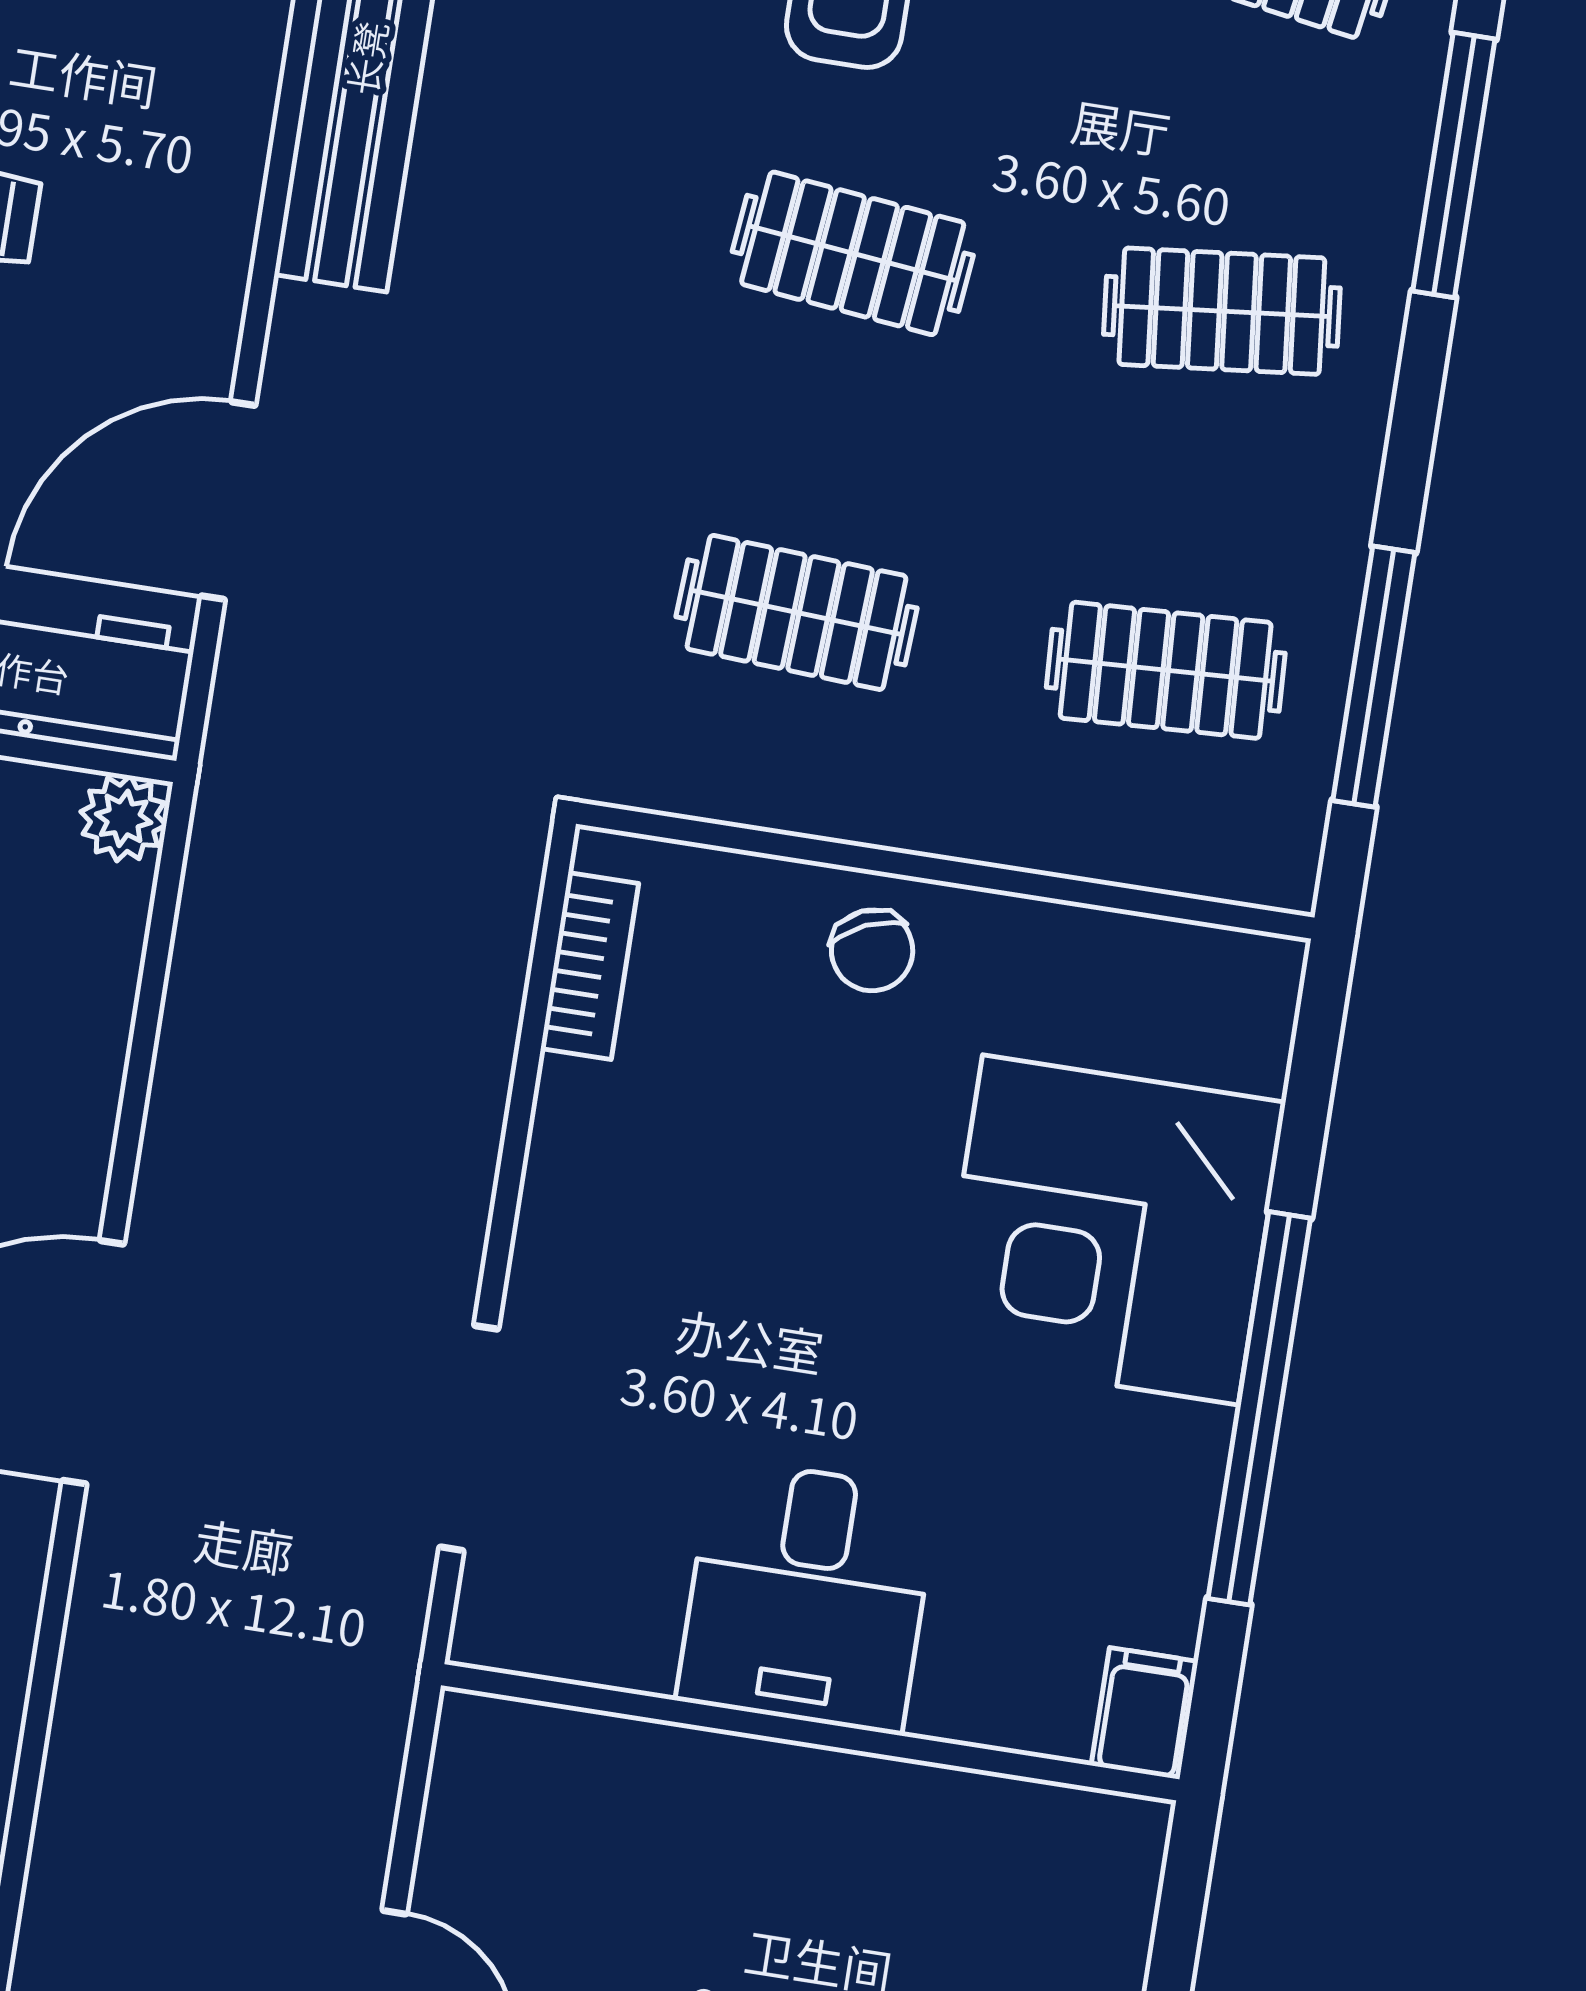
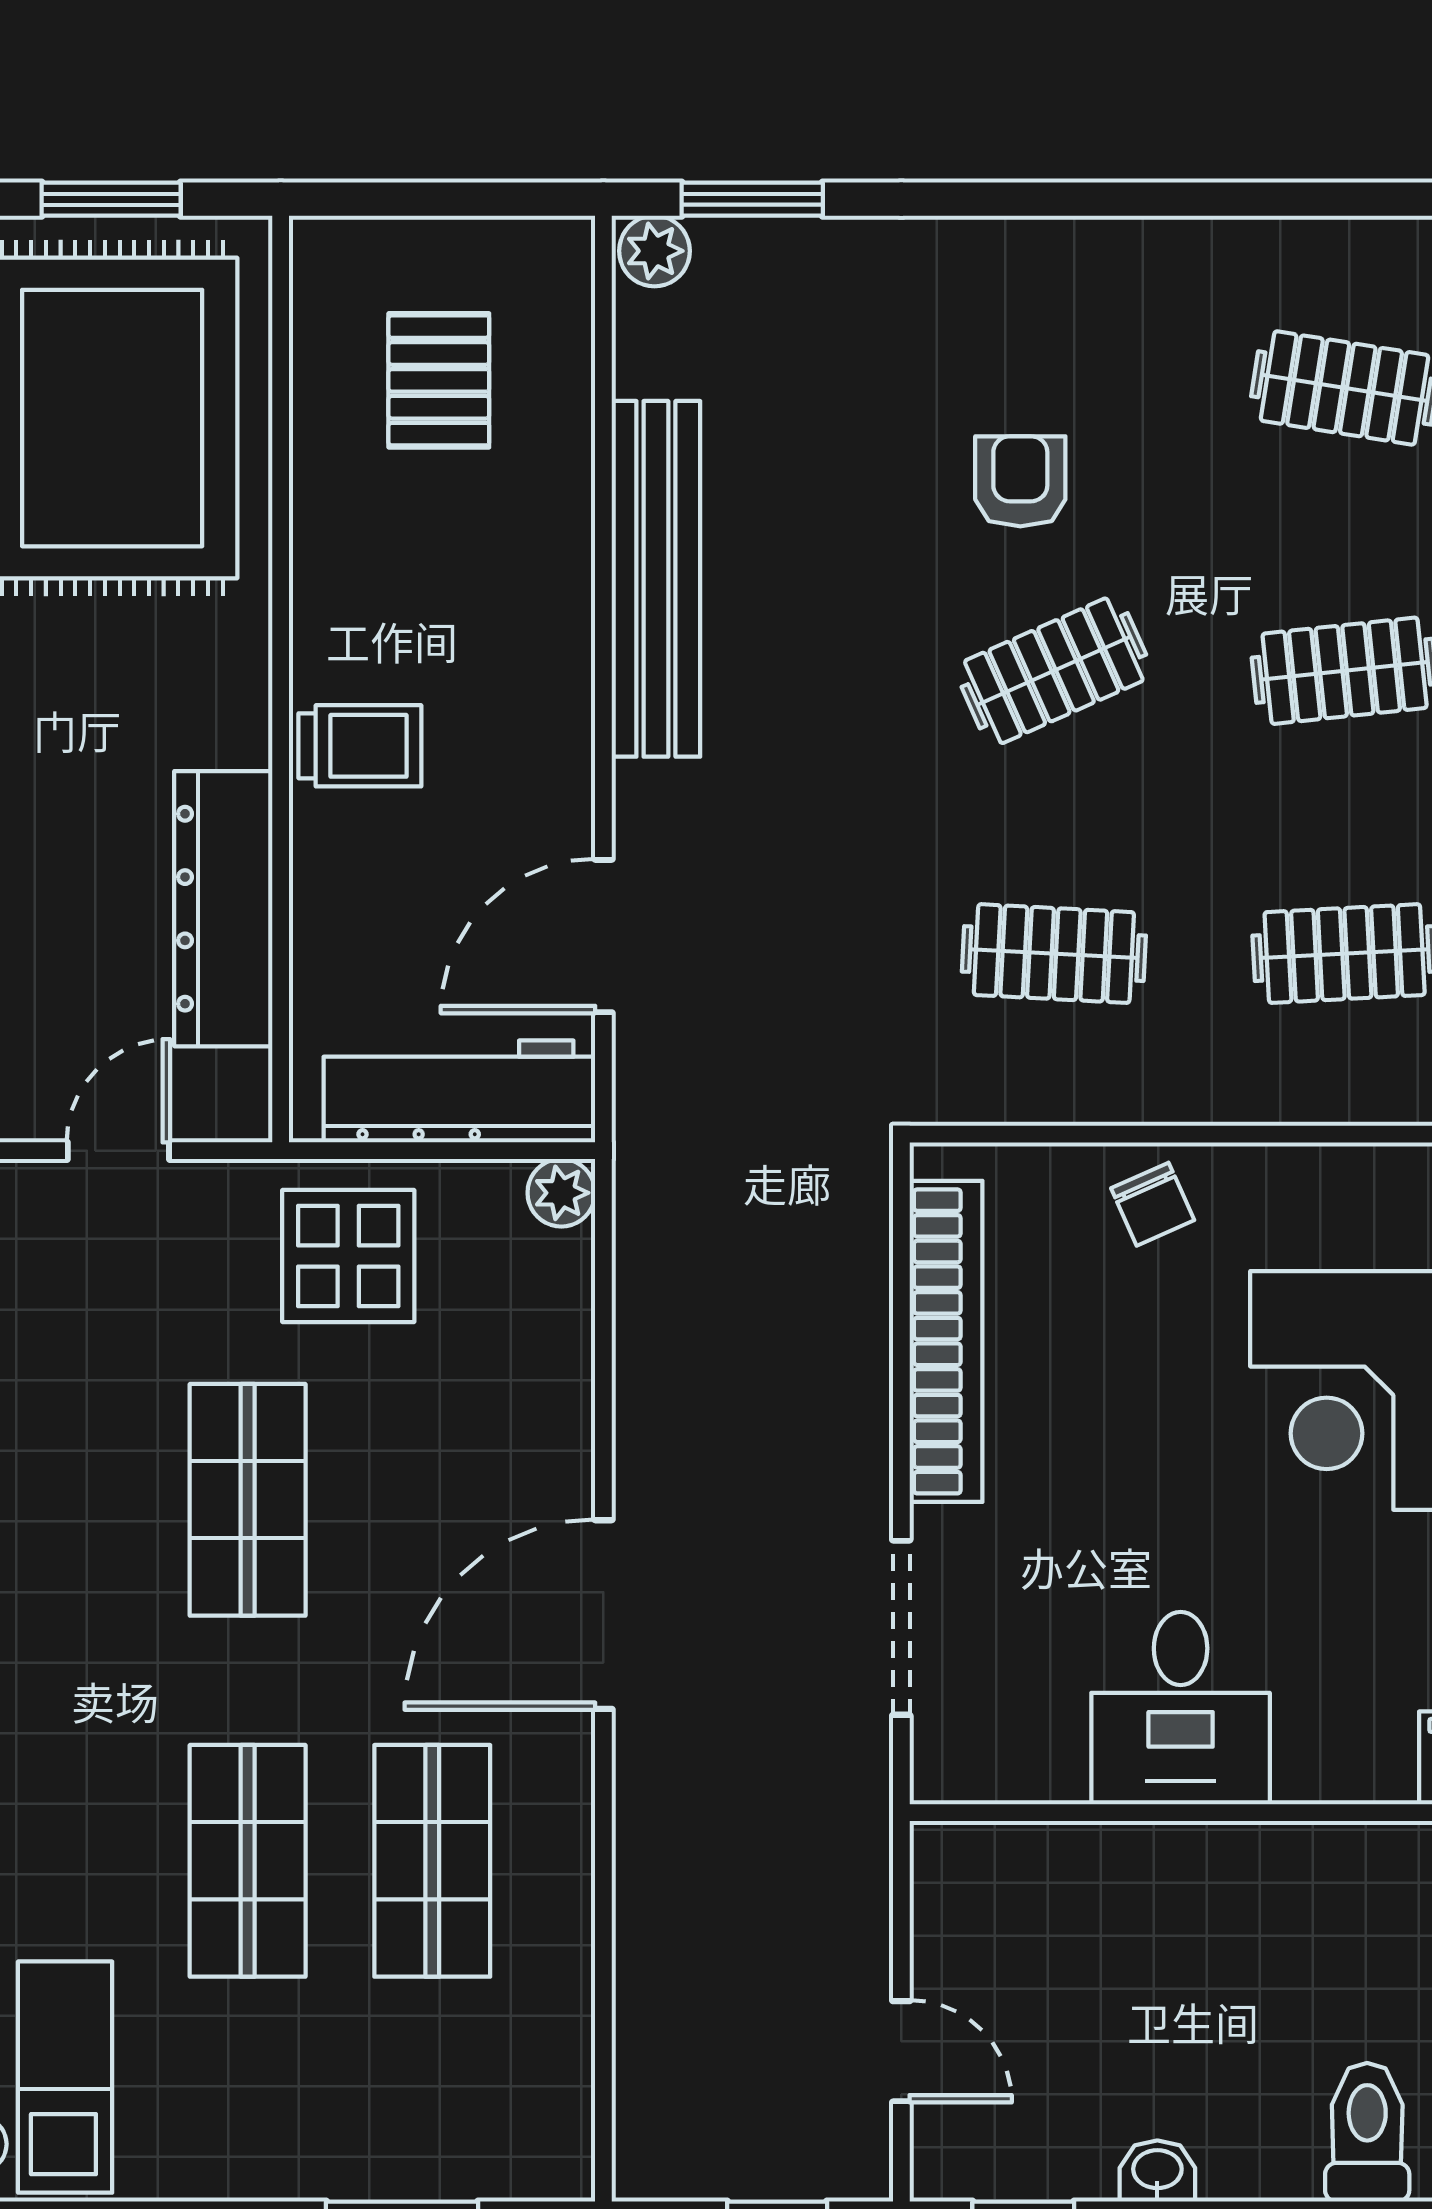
clothes rail: (853, 253) -> (1054, 671), turned -30
bookcase: (590, 966) -> (946, 1341), width x2.31, depth x1.31

